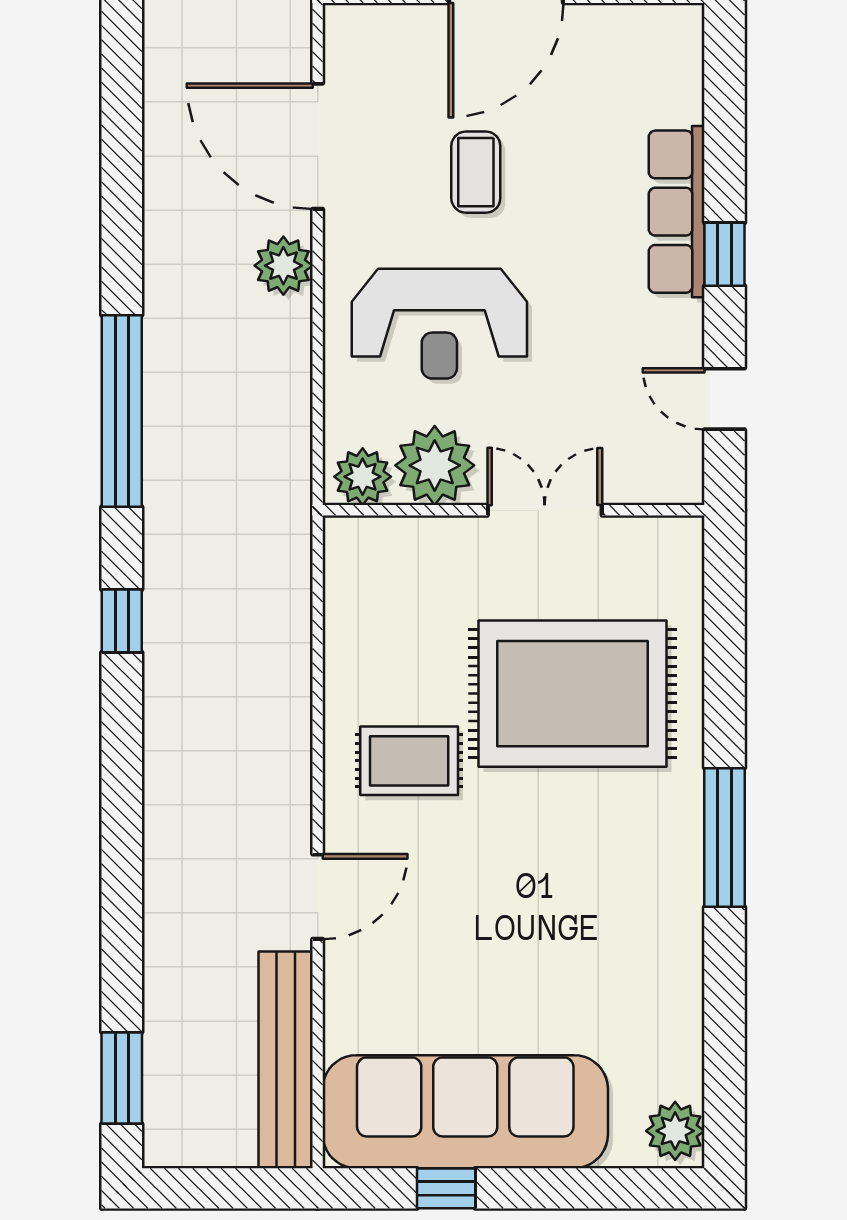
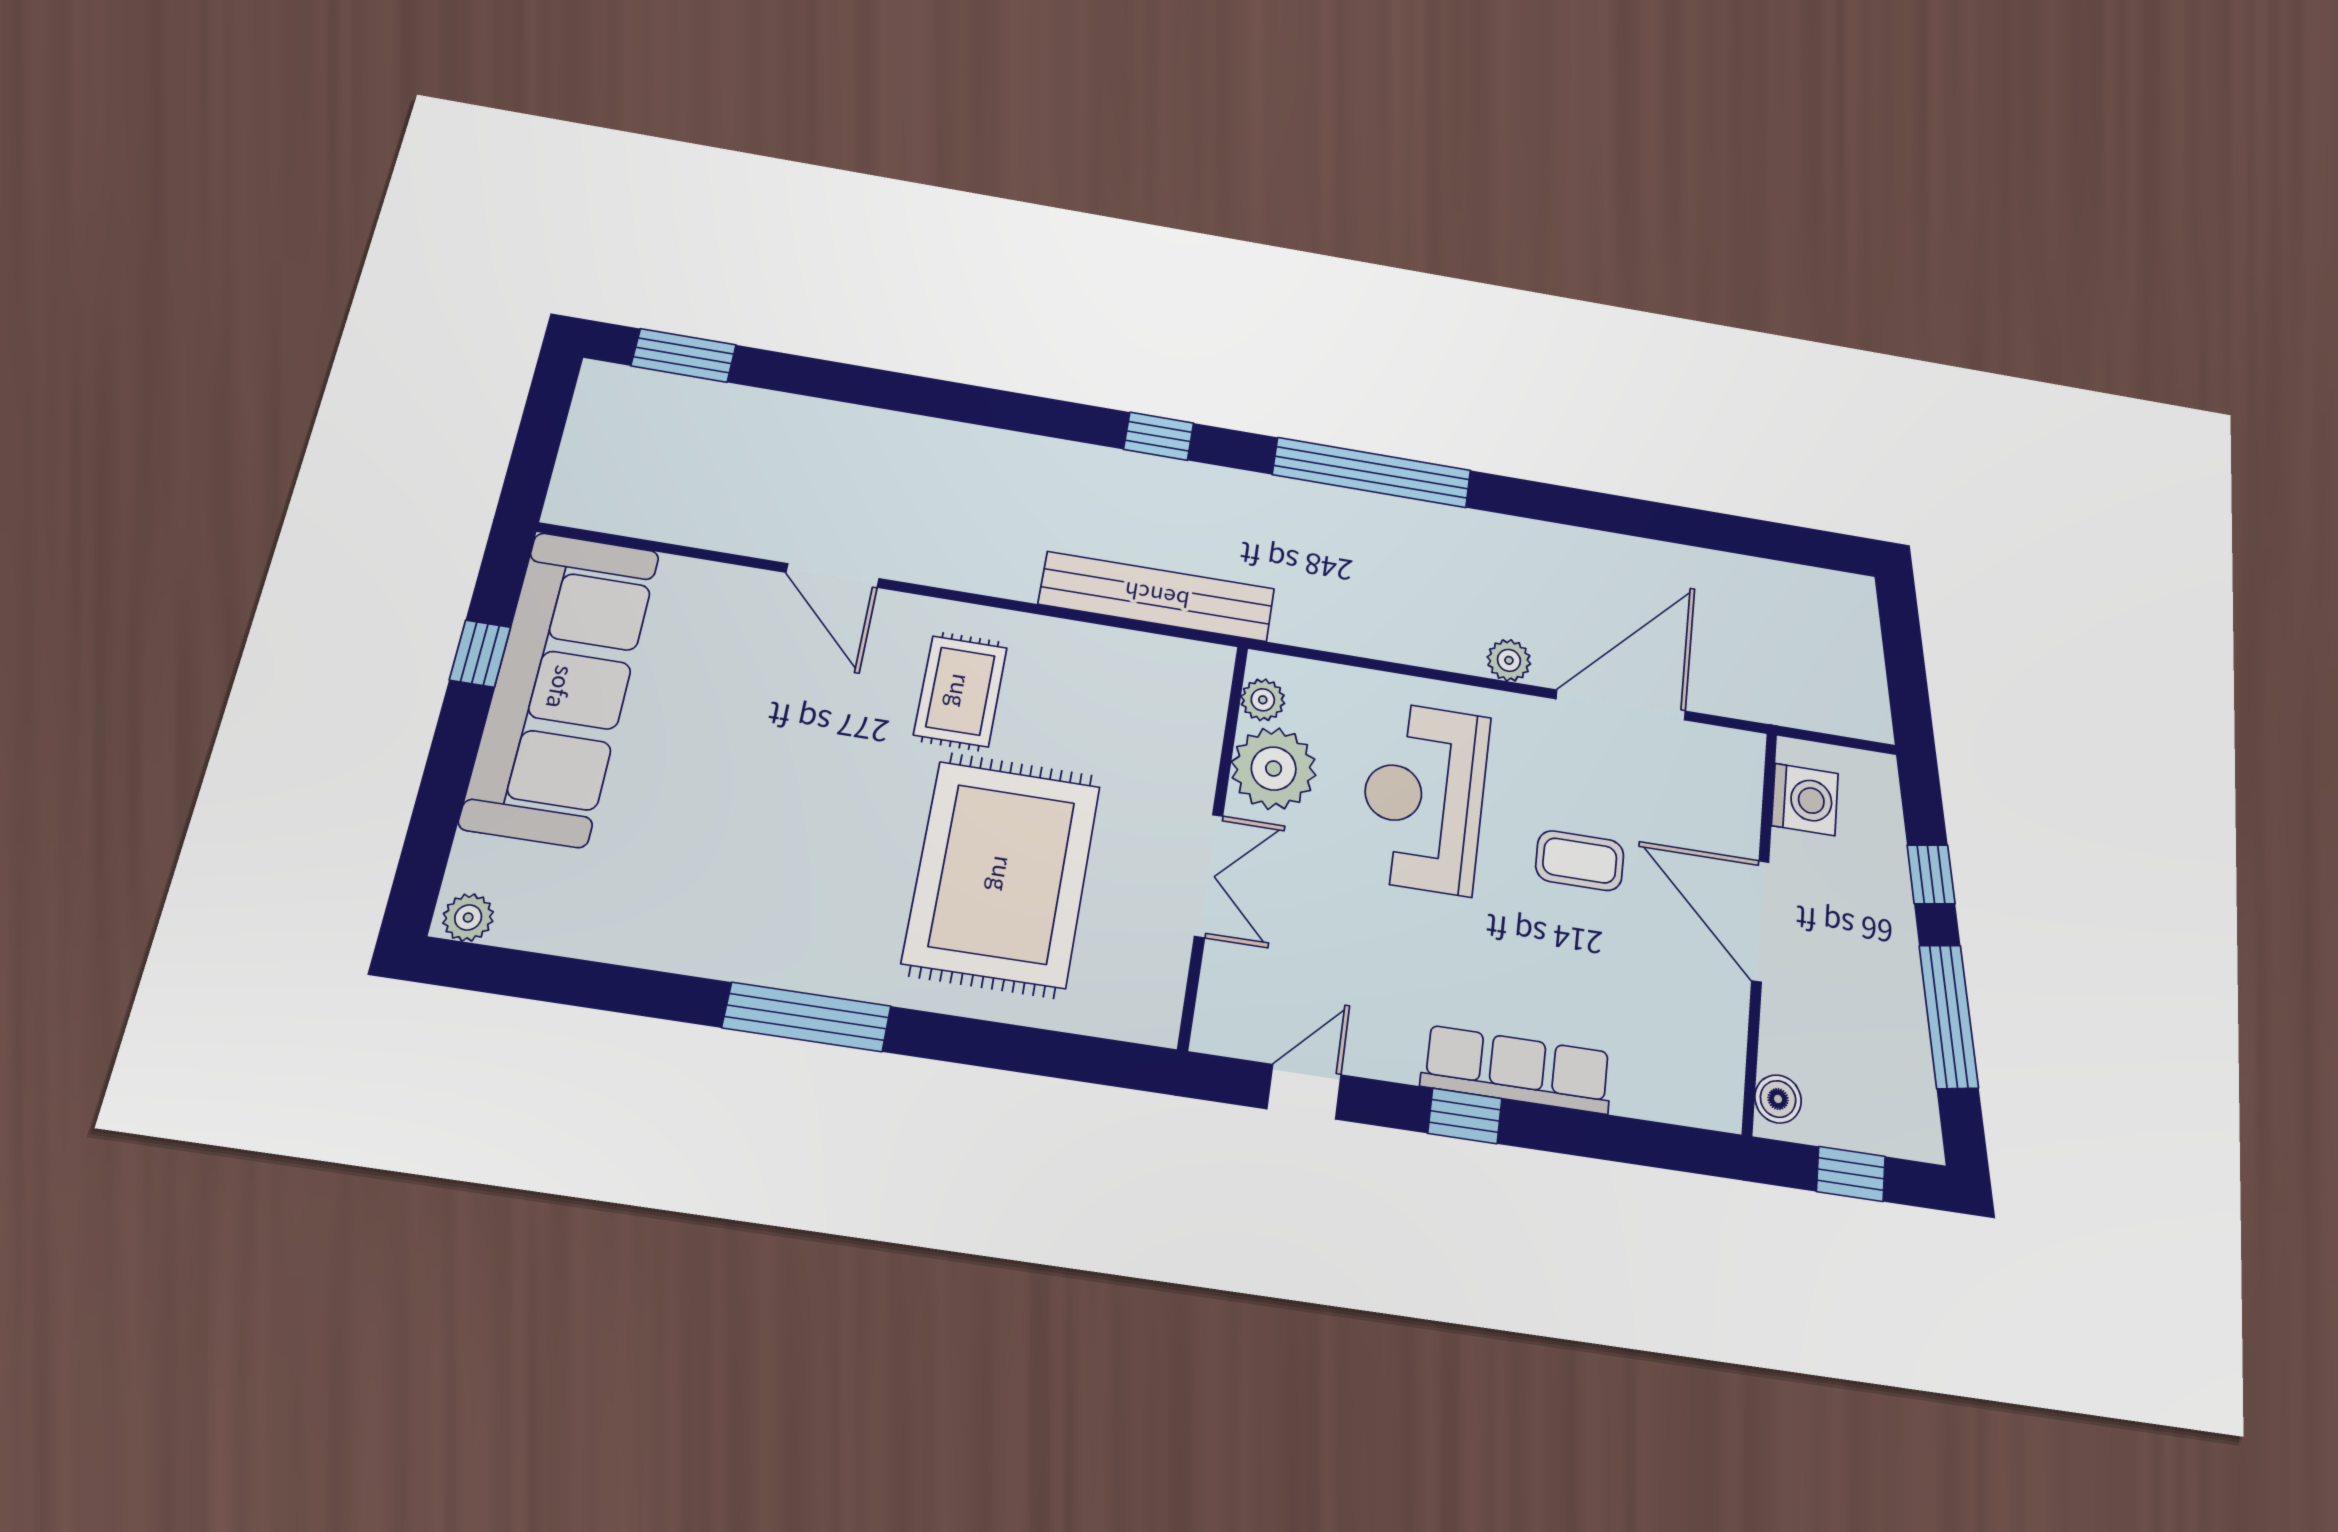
plant: (283, 266) -> (1509, 660), width x0.73, depth x0.73
plant: (363, 477) -> (1263, 700), width x0.73, depth x0.73
bench: (286, 1060) -> (1157, 596), moved
plant: (675, 1131) -> (468, 917), width x0.73, depth x0.73

